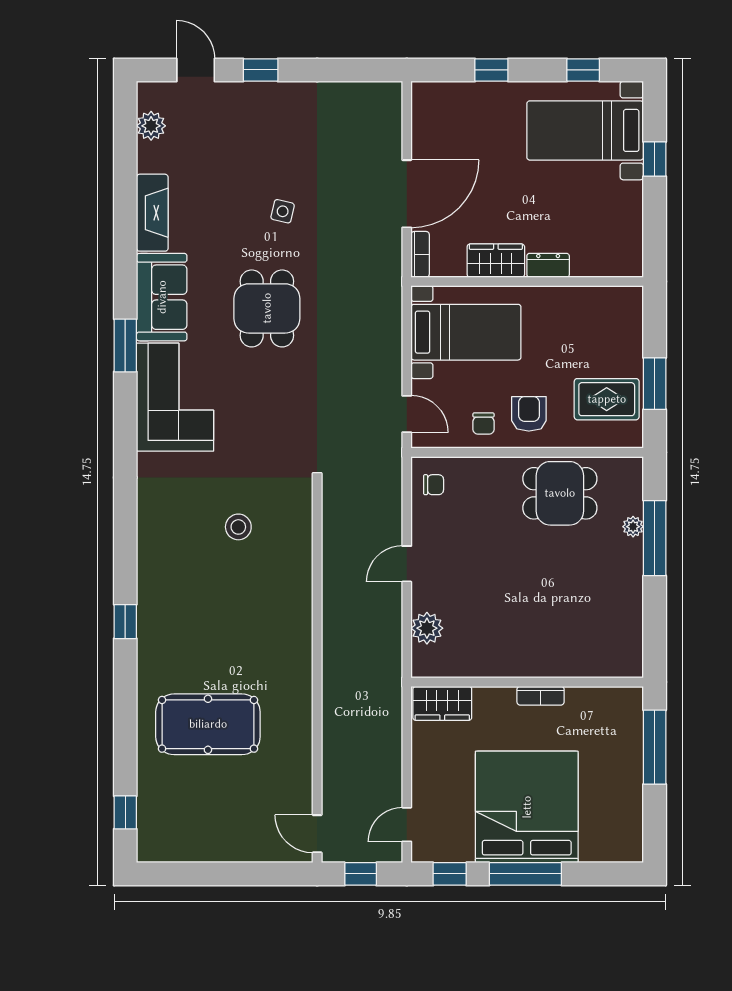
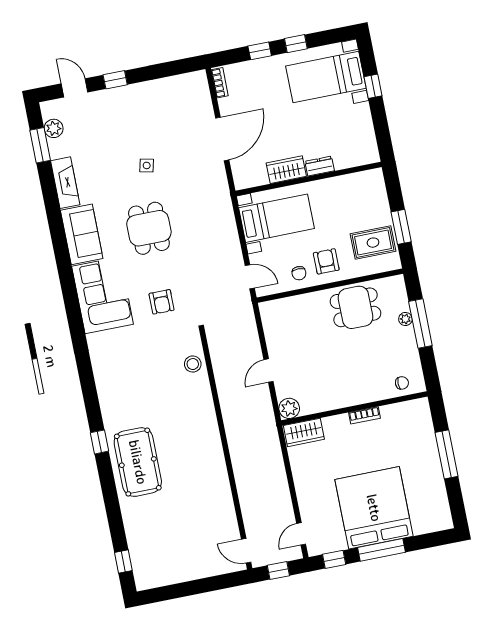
window: (583, 70) -> (296, 44), moved
bookcase: (420, 254) -> (220, 83), moved
window: (125, 345) -> (40, 145), moved
armchair: (264, 425) -> (162, 302), added
chair: (434, 485) -> (402, 383), moved
stool: (238, 527) -> (193, 364), moved
wall: (527, 682) -> (354, 409), moved
bookcase: (541, 696) -> (364, 415), moved
wardrobe: (442, 703) -> (304, 432), moved
pool table: (208, 724) -> (138, 462), moved, turned 90

